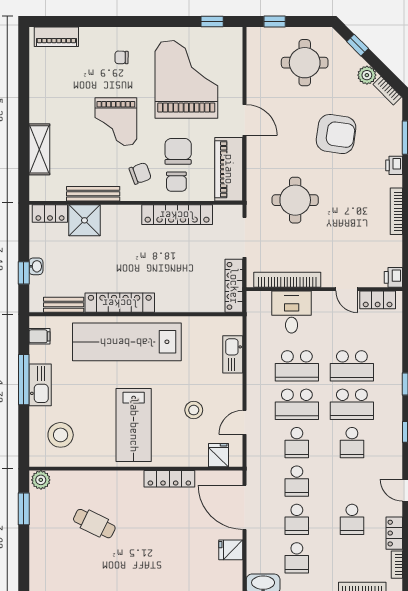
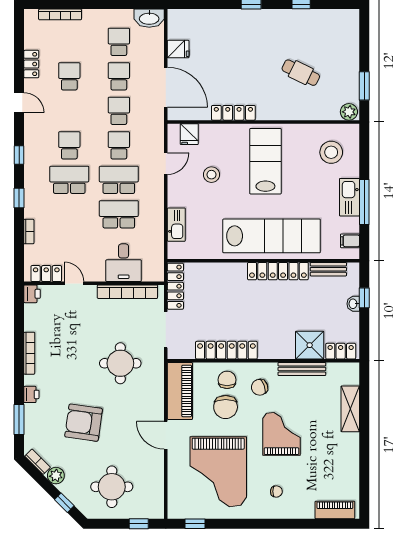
school desk: (352, 366) -> (69, 214), removed
bookcase: (397, 565) -> (29, 232), moved

